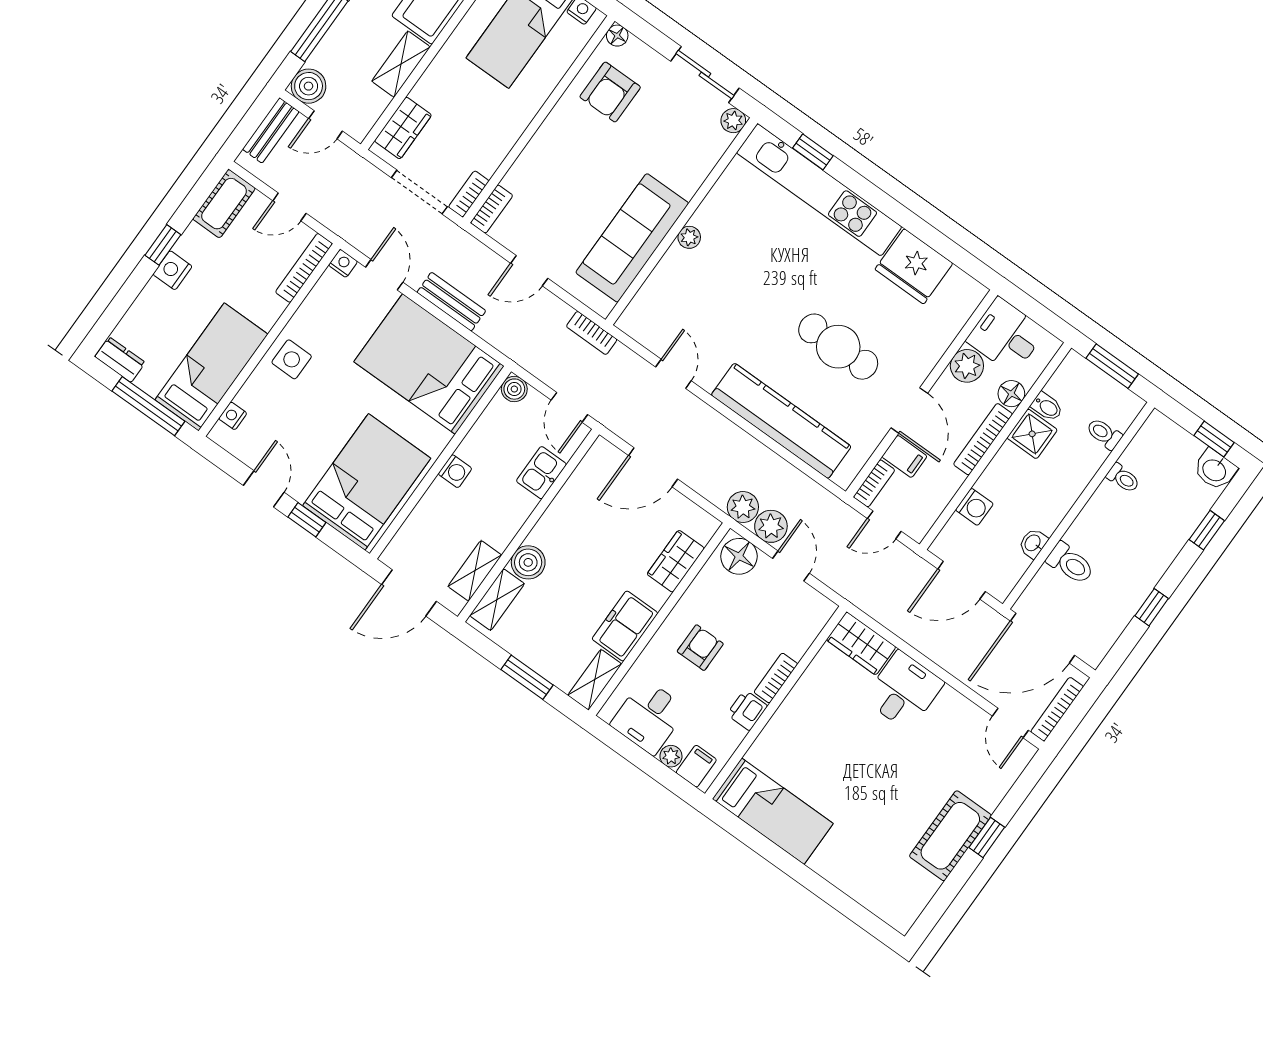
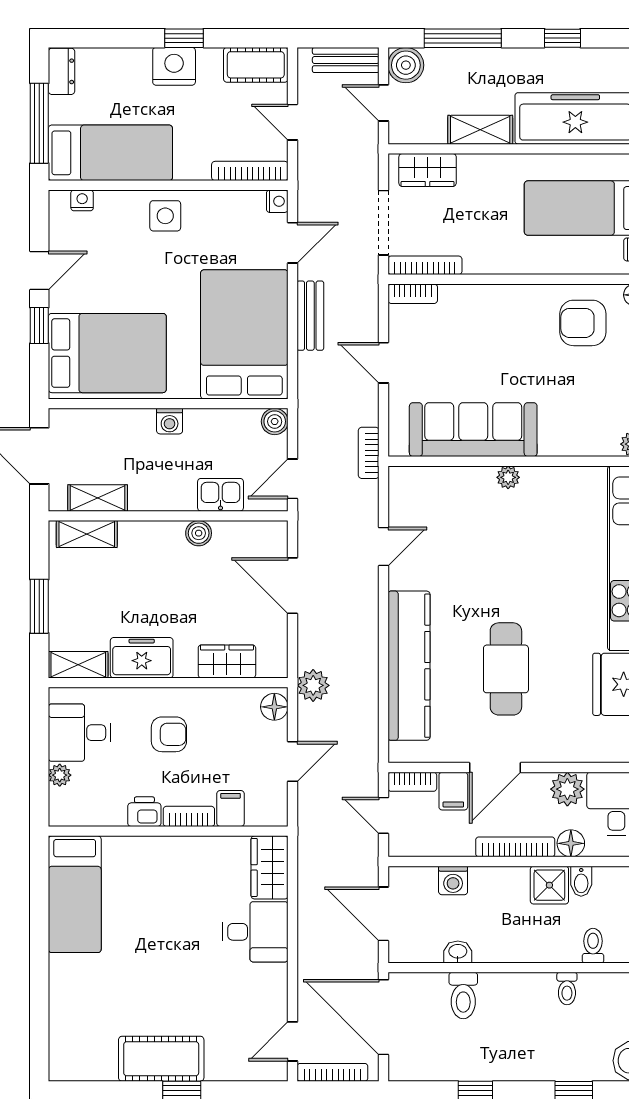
bookcase: (469, 194) -> (425, 265), width x1.56
nightstand: (173, 270) -> (174, 66), width x1.36, depth x1.33
plant: (771, 526) -> (314, 721), removed
floor lamp: (739, 556) -> (274, 707), width x0.73, depth x0.73
boiler: (528, 562) -> (199, 533), moved, width x0.73, depth x0.73
filing cabinet: (696, 766) -> (231, 809), moved, turned -90

